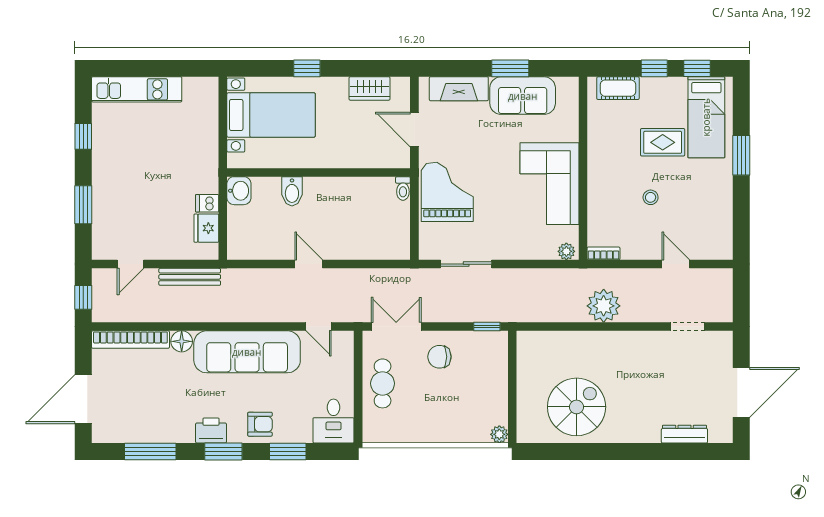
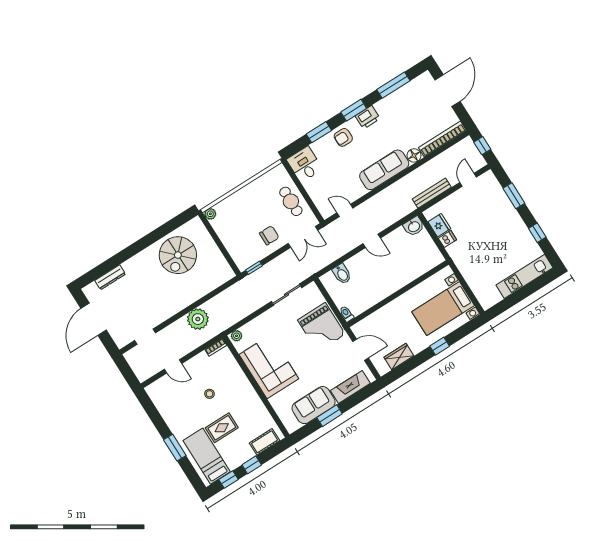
washbasin: (239, 191) -> (414, 226), moved, turned -90
bidet: (292, 191) -> (342, 274), moved, turned 180
sofa: (247, 352) -> (384, 170), width x0.74, depth x0.79

